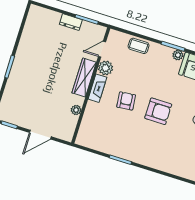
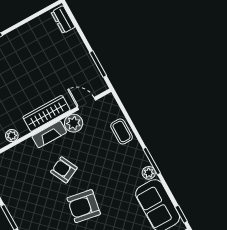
dresser: (71, 22) -> (63, 20), moved
armchair: (126, 101) -> (64, 170), turned -110
armchair: (158, 111) -> (84, 206), turned 100

